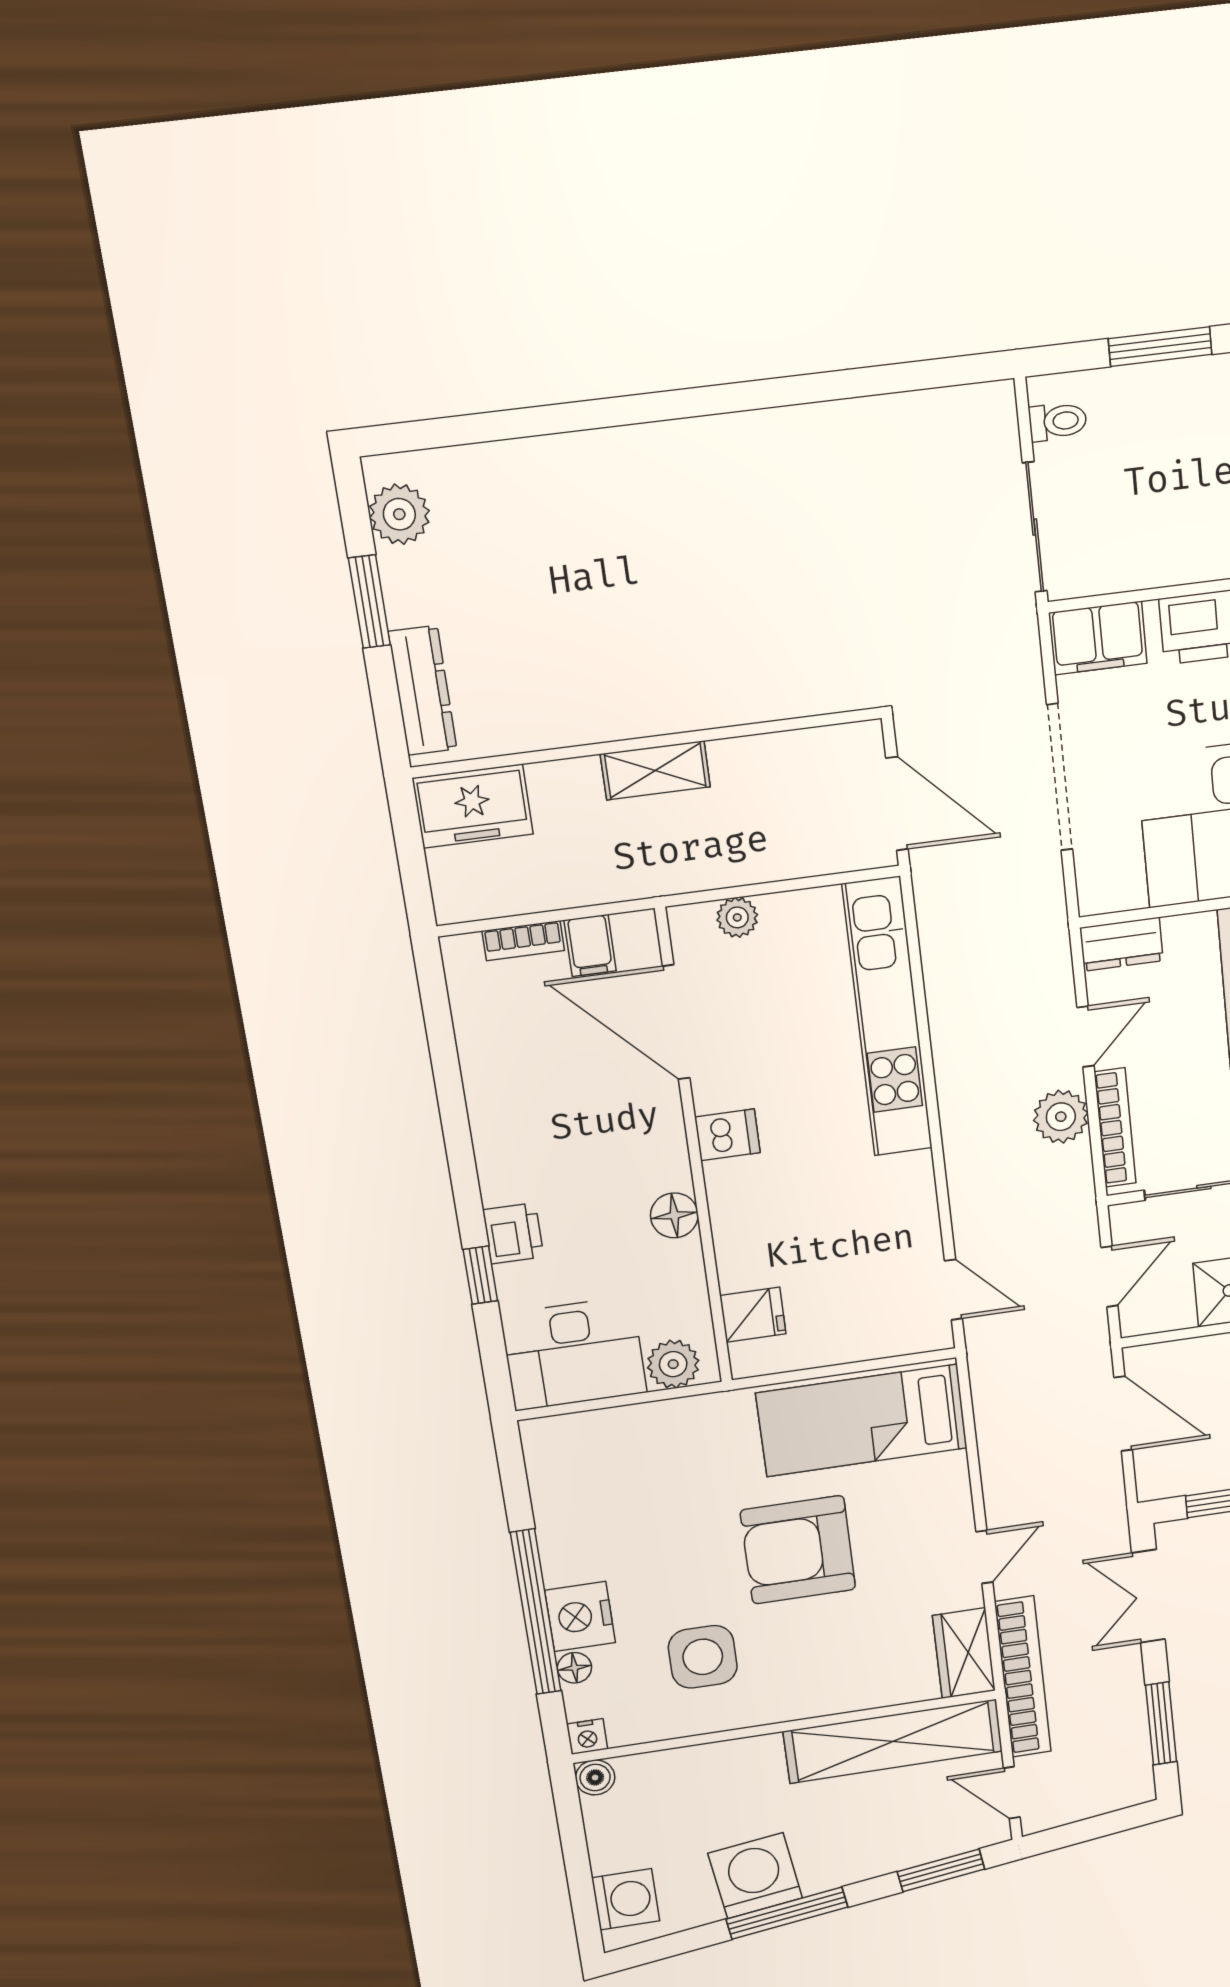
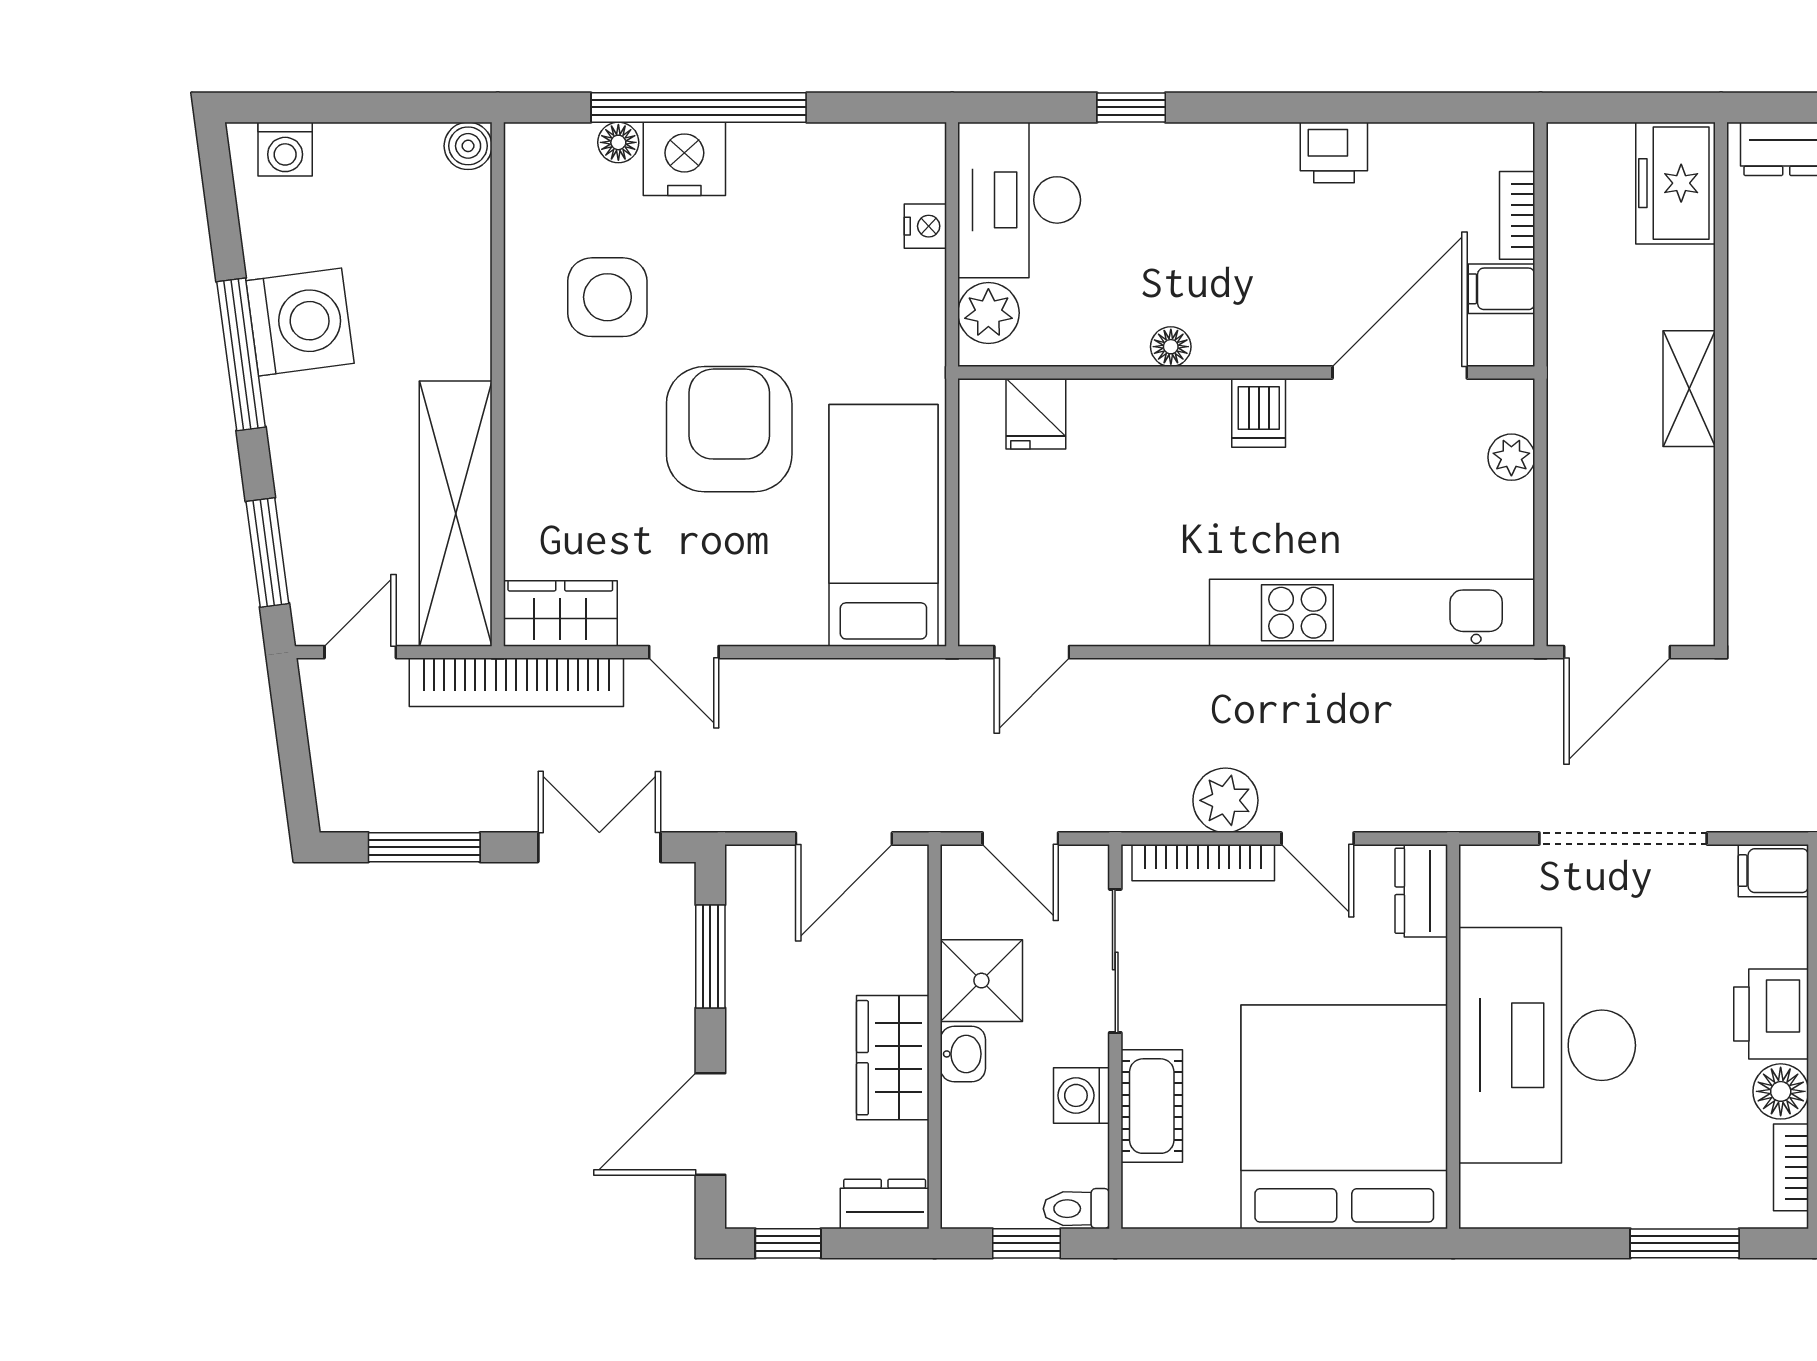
filing cabinet: (1098, 638) -> (1773, 871), width x0.50
floor lamp: (674, 1215) -> (1171, 347), width x0.73, depth x0.73
printer: (513, 1233) -> (1334, 152), moved
nightstand: (587, 1737) -> (925, 226), moved, turned 180
washing machine: (626, 1899) -> (285, 149), width x0.73, depth x0.73

